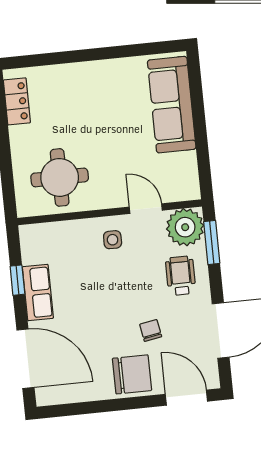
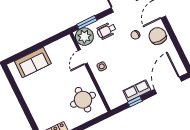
sofa: (172, 105) -> (33, 62), width x0.73

